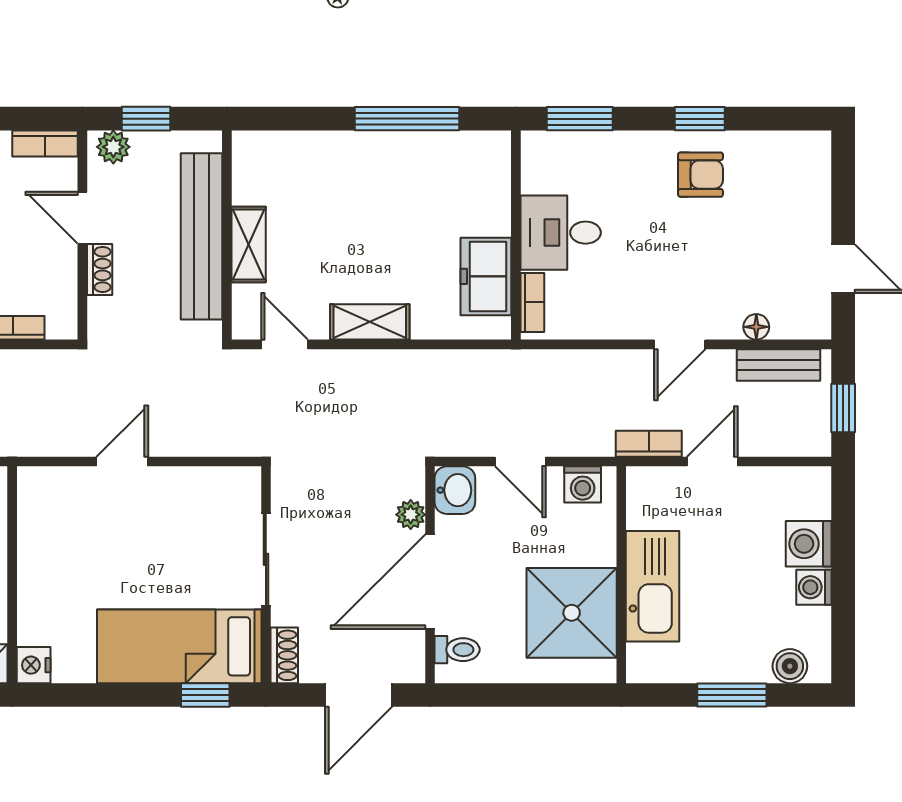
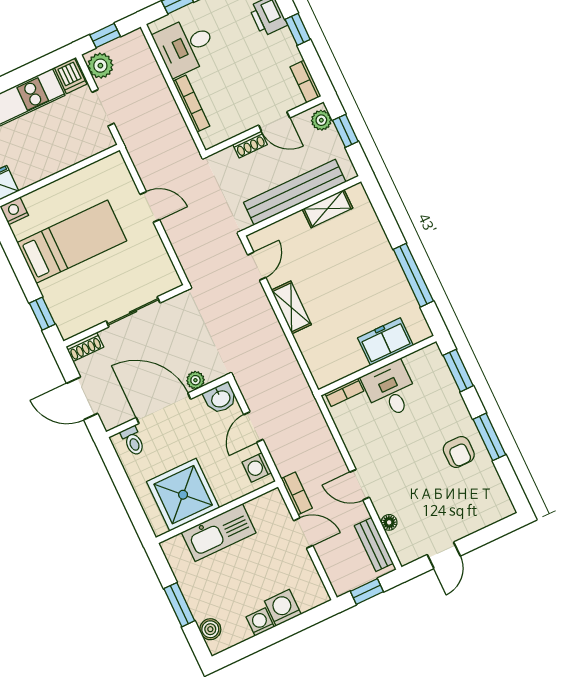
window: (700, 119) -> (489, 437), width x1.50
door: (82, 218) -> (274, 122), swing flipped
shelving: (249, 244) -> (327, 209), moved
freezer: (486, 276) -> (385, 342), moved
bed: (179, 646) -> (72, 242), moved, turned 90

